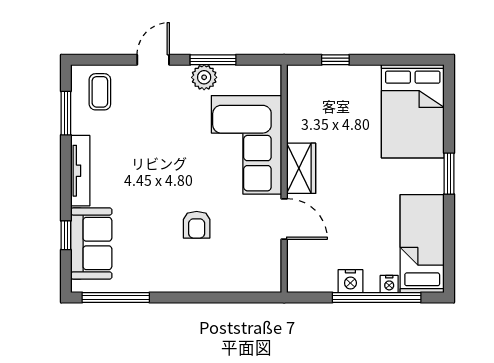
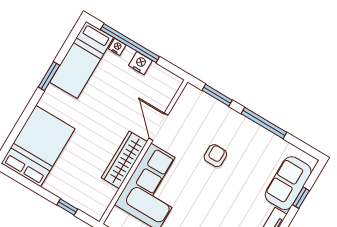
wardrobe: (301, 168) -> (124, 160), width x1.50
window: (449, 174) -> (49, 76), moved
window: (116, 297) -> (264, 123), moved
window: (237, 297) -> (217, 95), added

